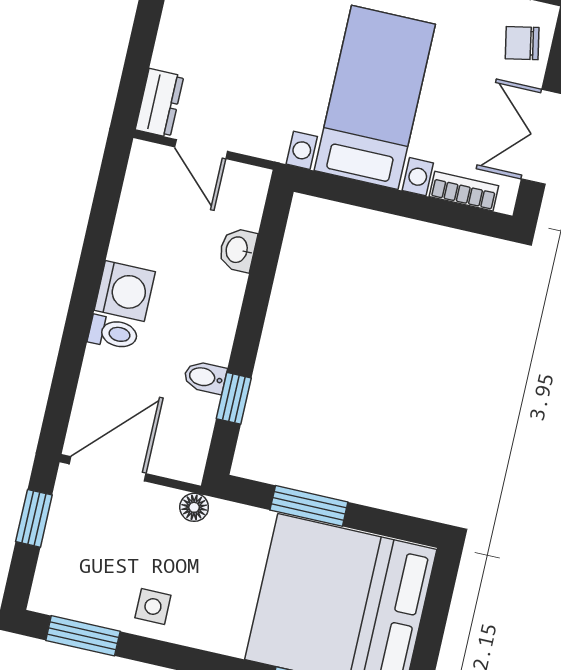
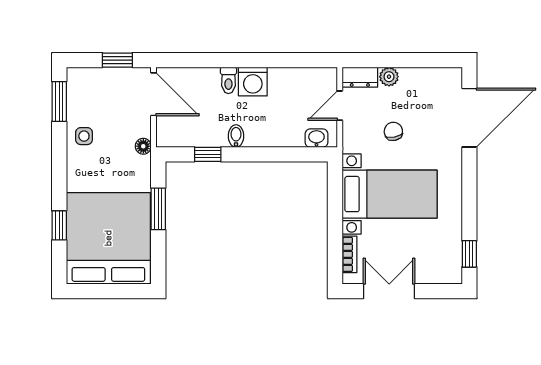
chair: (522, 43) -> (393, 131), moved
plant: (170, 52) -> (389, 77), added
washbasin: (238, 250) -> (316, 138), moved
bidet: (205, 377) -> (236, 136), moved

